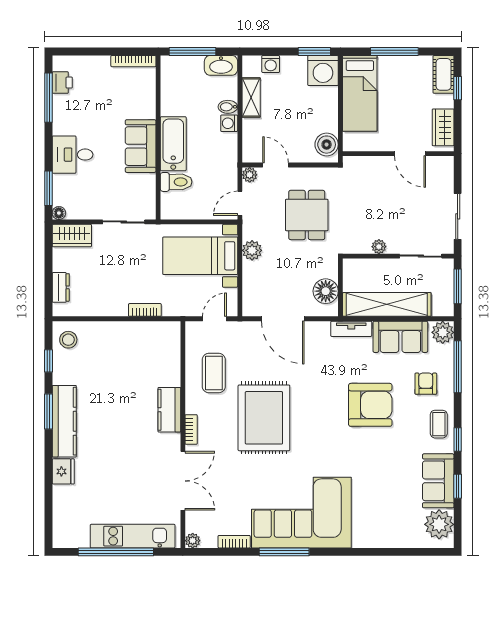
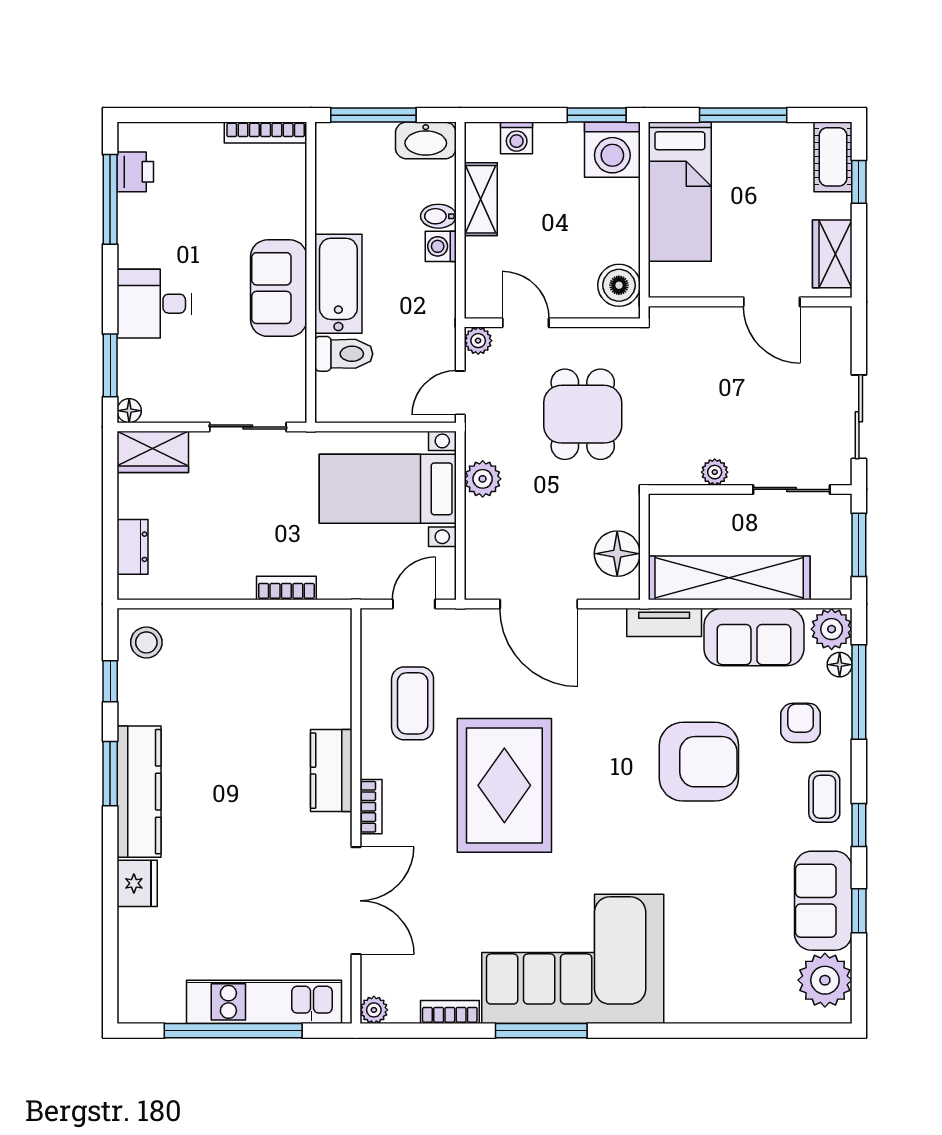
floor lamp: (447, 352) -> (840, 665), added

